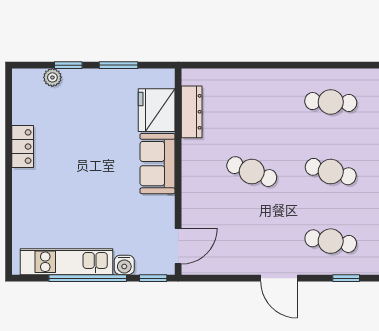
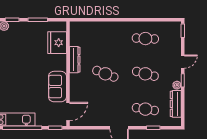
dresser: (192, 112) -> (75, 60), moved
sofa: (157, 164) -> (57, 87), moved
water cooler: (124, 265) -> (41, 121), removed

